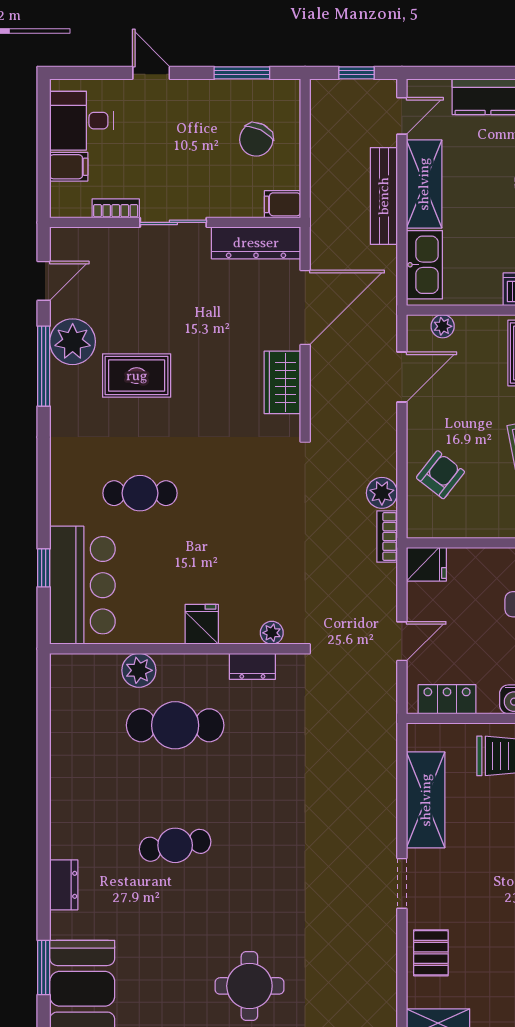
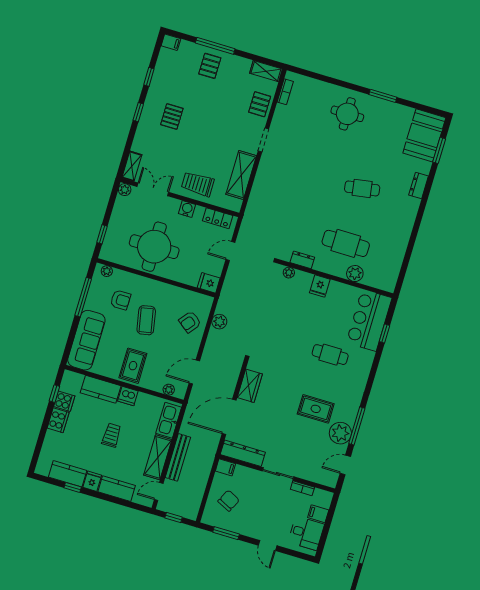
bookcase: (387, 536) -> (285, 92), moved

